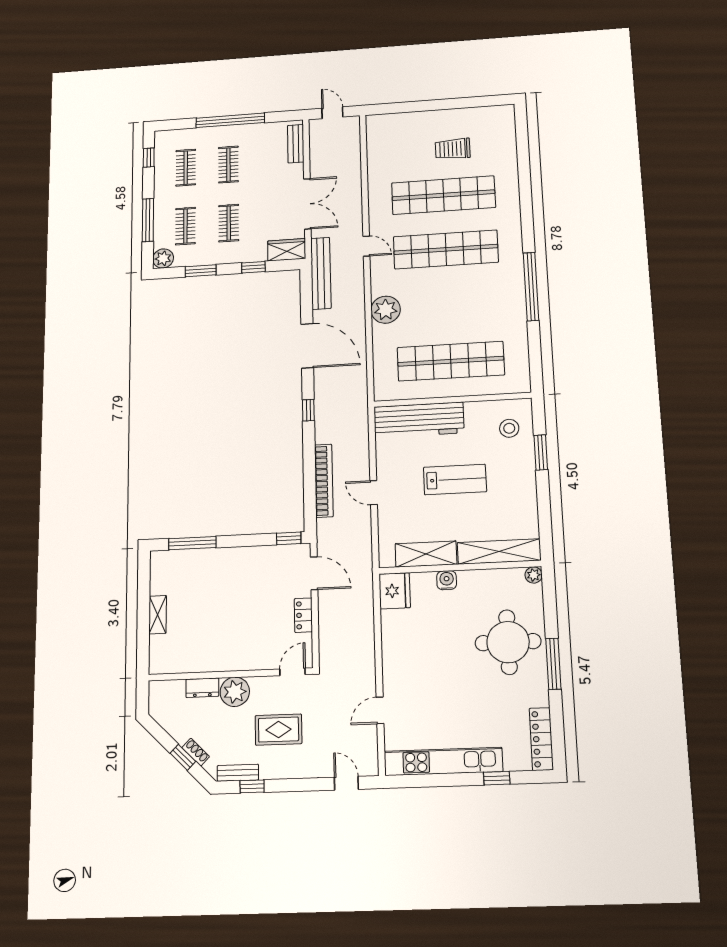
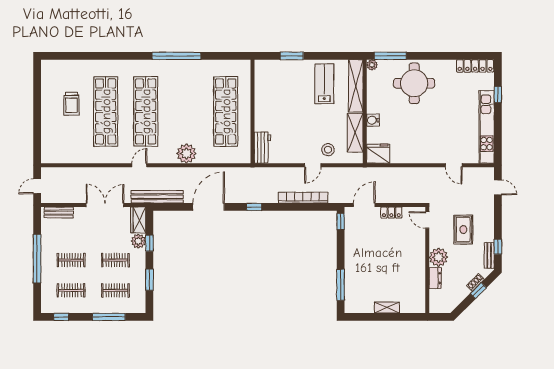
plant: (163, 258) -> (138, 241), moved
workbench: (419, 420) -> (262, 148), width x0.53, depth x0.76
stool: (509, 428) -> (328, 150), moved
lab bench: (455, 479) -> (324, 84), moved
window: (553, 664) -> (390, 56), moved
door: (346, 783) -> (498, 187), swing flipped

